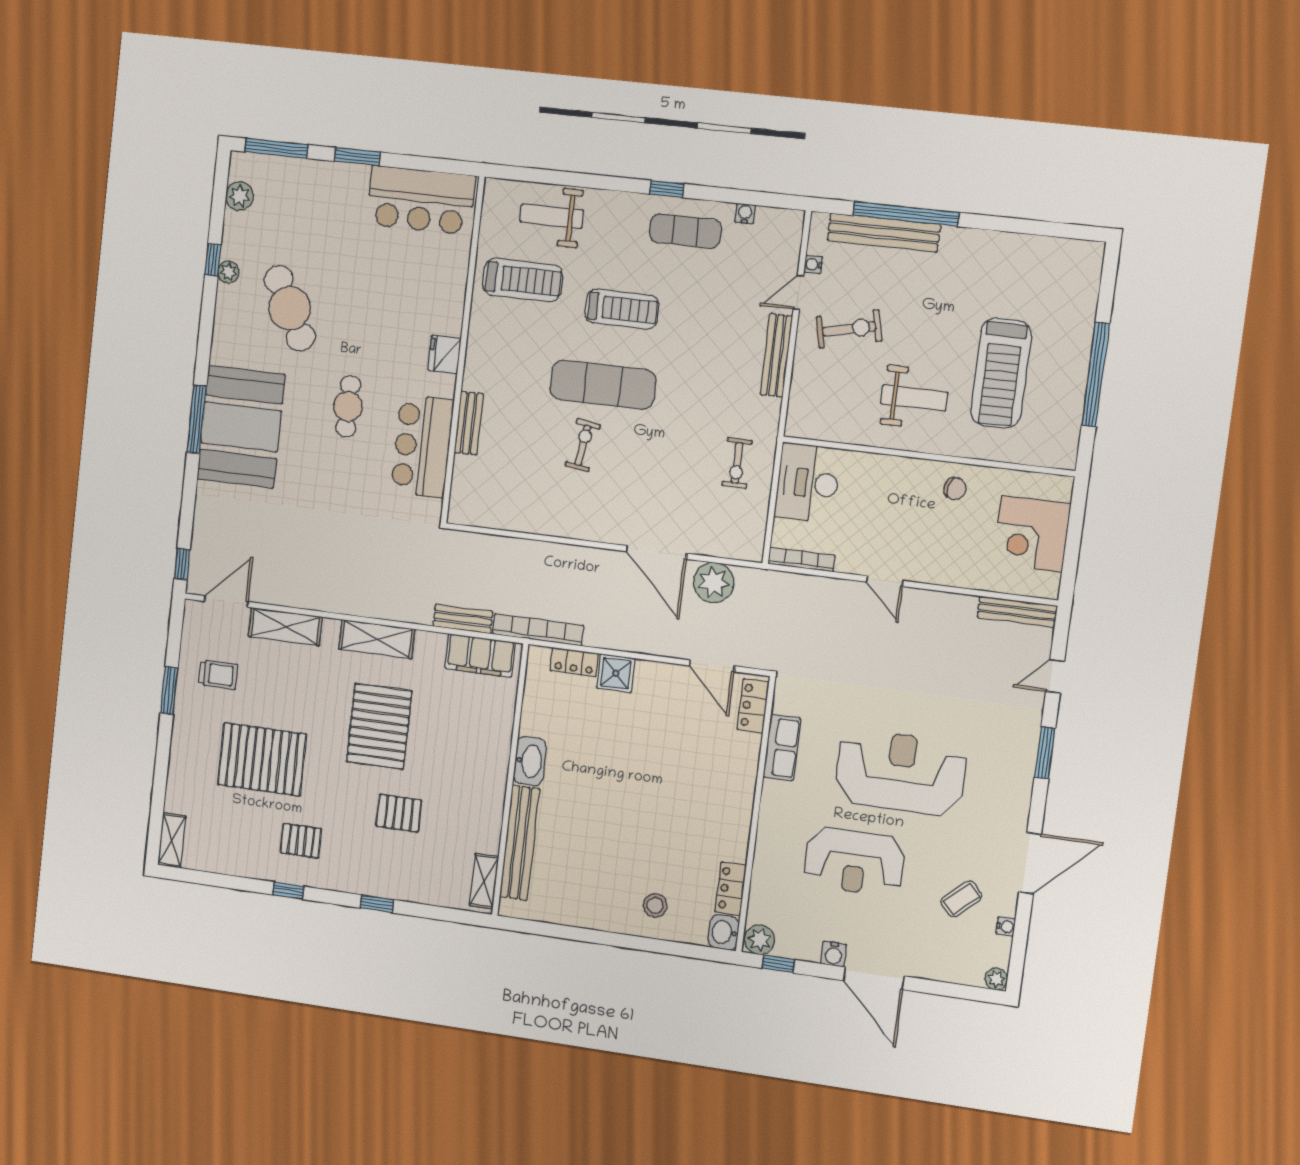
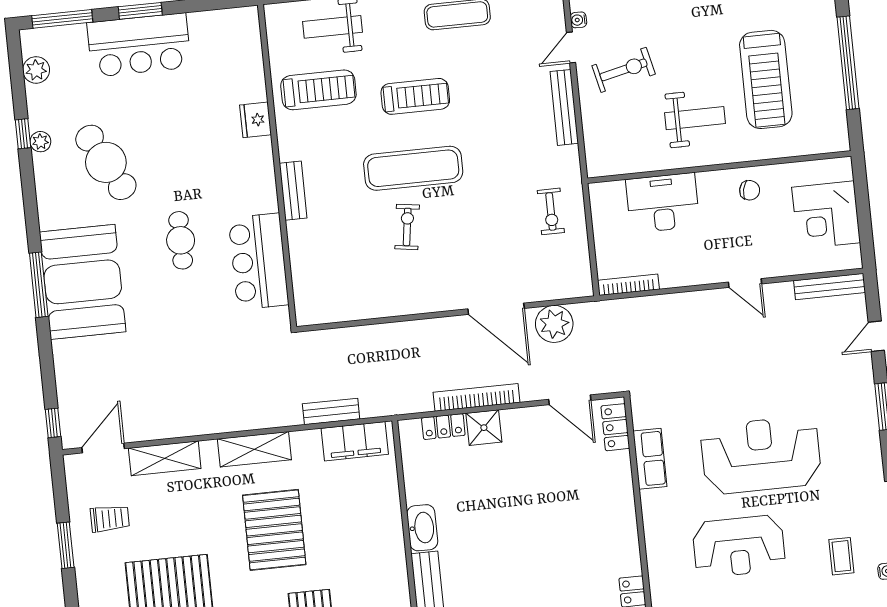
bar counter: (421, 200) -> (139, 45), moved
fridge: (445, 354) -> (256, 120), moved
bench: (469, 423) -> (293, 191), moved
desk: (808, 483) -> (663, 203), moved, turned 90
door: (885, 581) -> (745, 283), moved
bookcase: (538, 630) -> (477, 397), moved
coffee table: (961, 899) -> (841, 556), turned -47

